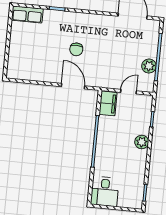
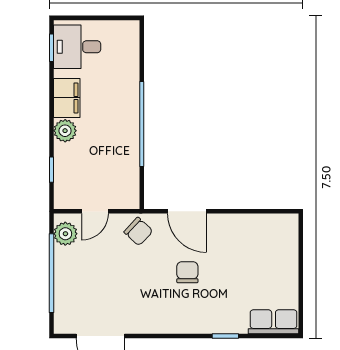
plant: (149, 66) -> (65, 234), moved
chair: (103, 77) -> (138, 231), added
filing cabinet: (108, 103) -> (67, 98), moved, turned 180
desk: (105, 191) -> (77, 47), moved, turned -90

